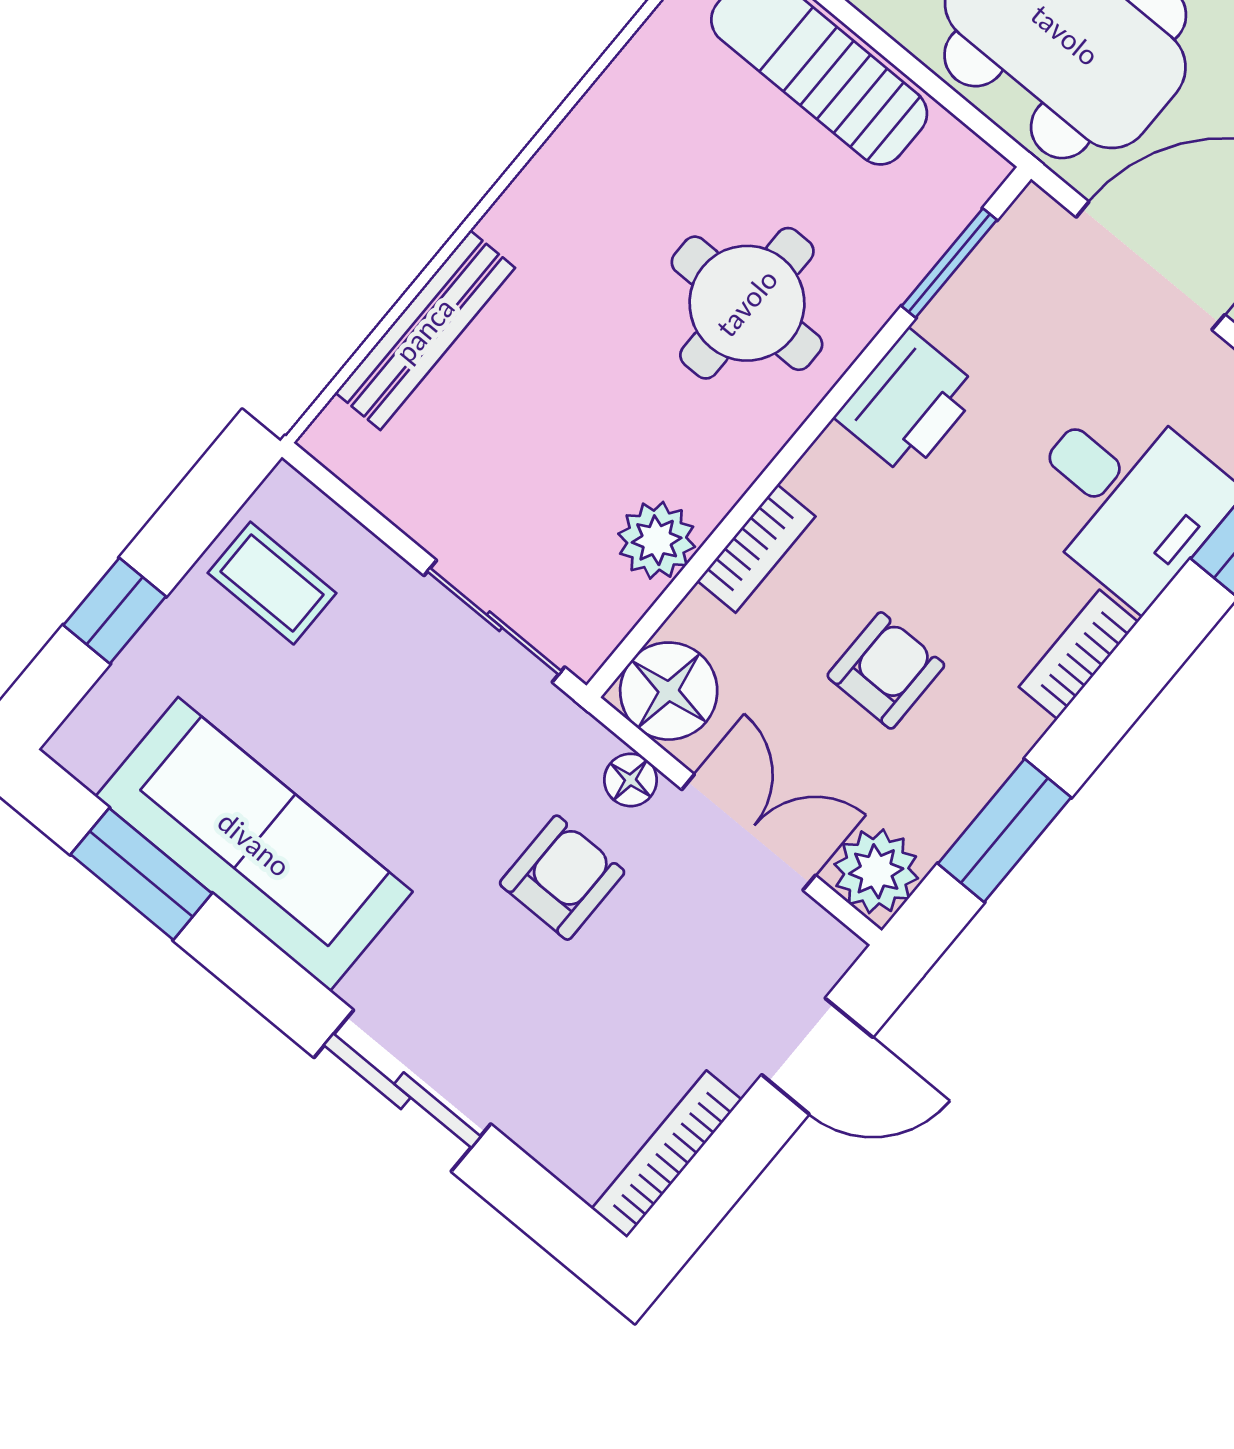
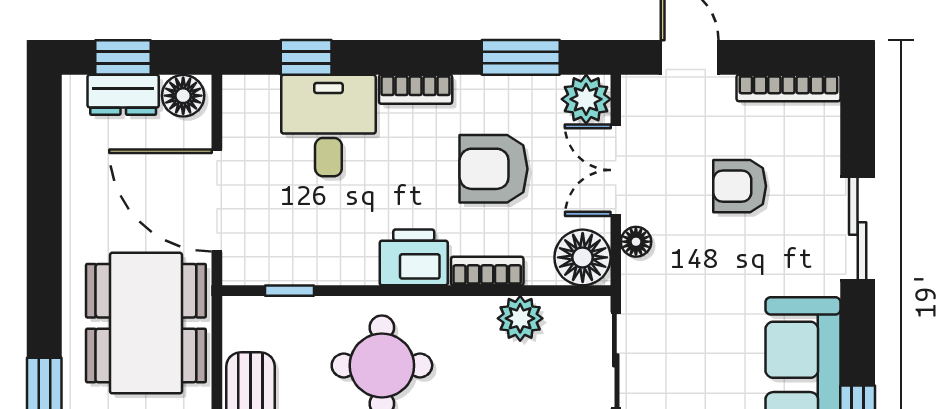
window: (949, 263) -> (290, 291), width x0.67
printer: (908, 403) -> (414, 257), moved
armchair: (886, 670) -> (493, 169), width x1.38, depth x1.38
armchair: (562, 878) -> (740, 186), moved

